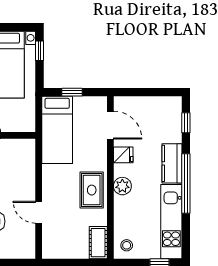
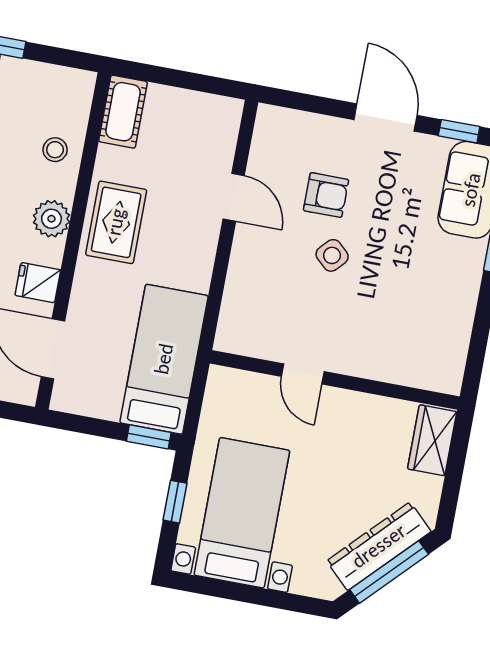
window: (40, 51) -> (175, 502), moved
window: (72, 92) -> (149, 437), moved
stool: (127, 245) -> (55, 150), moved

